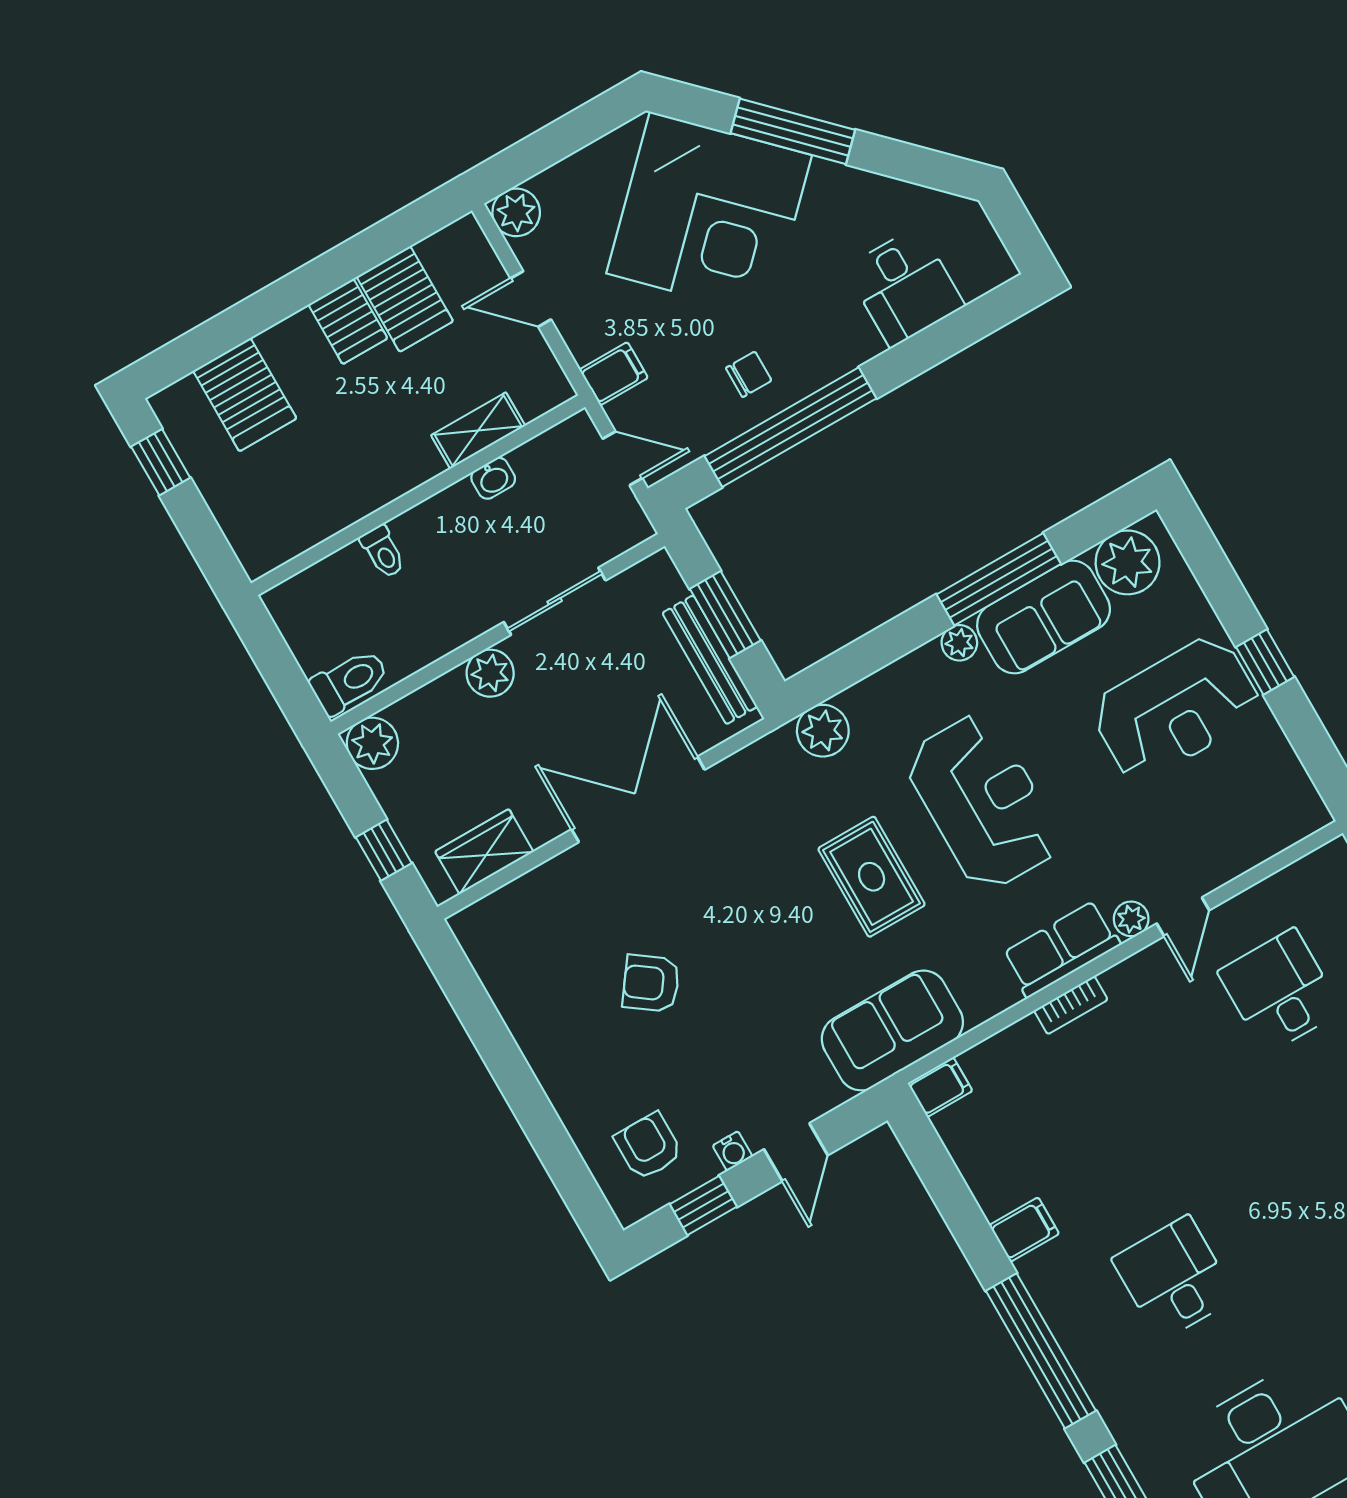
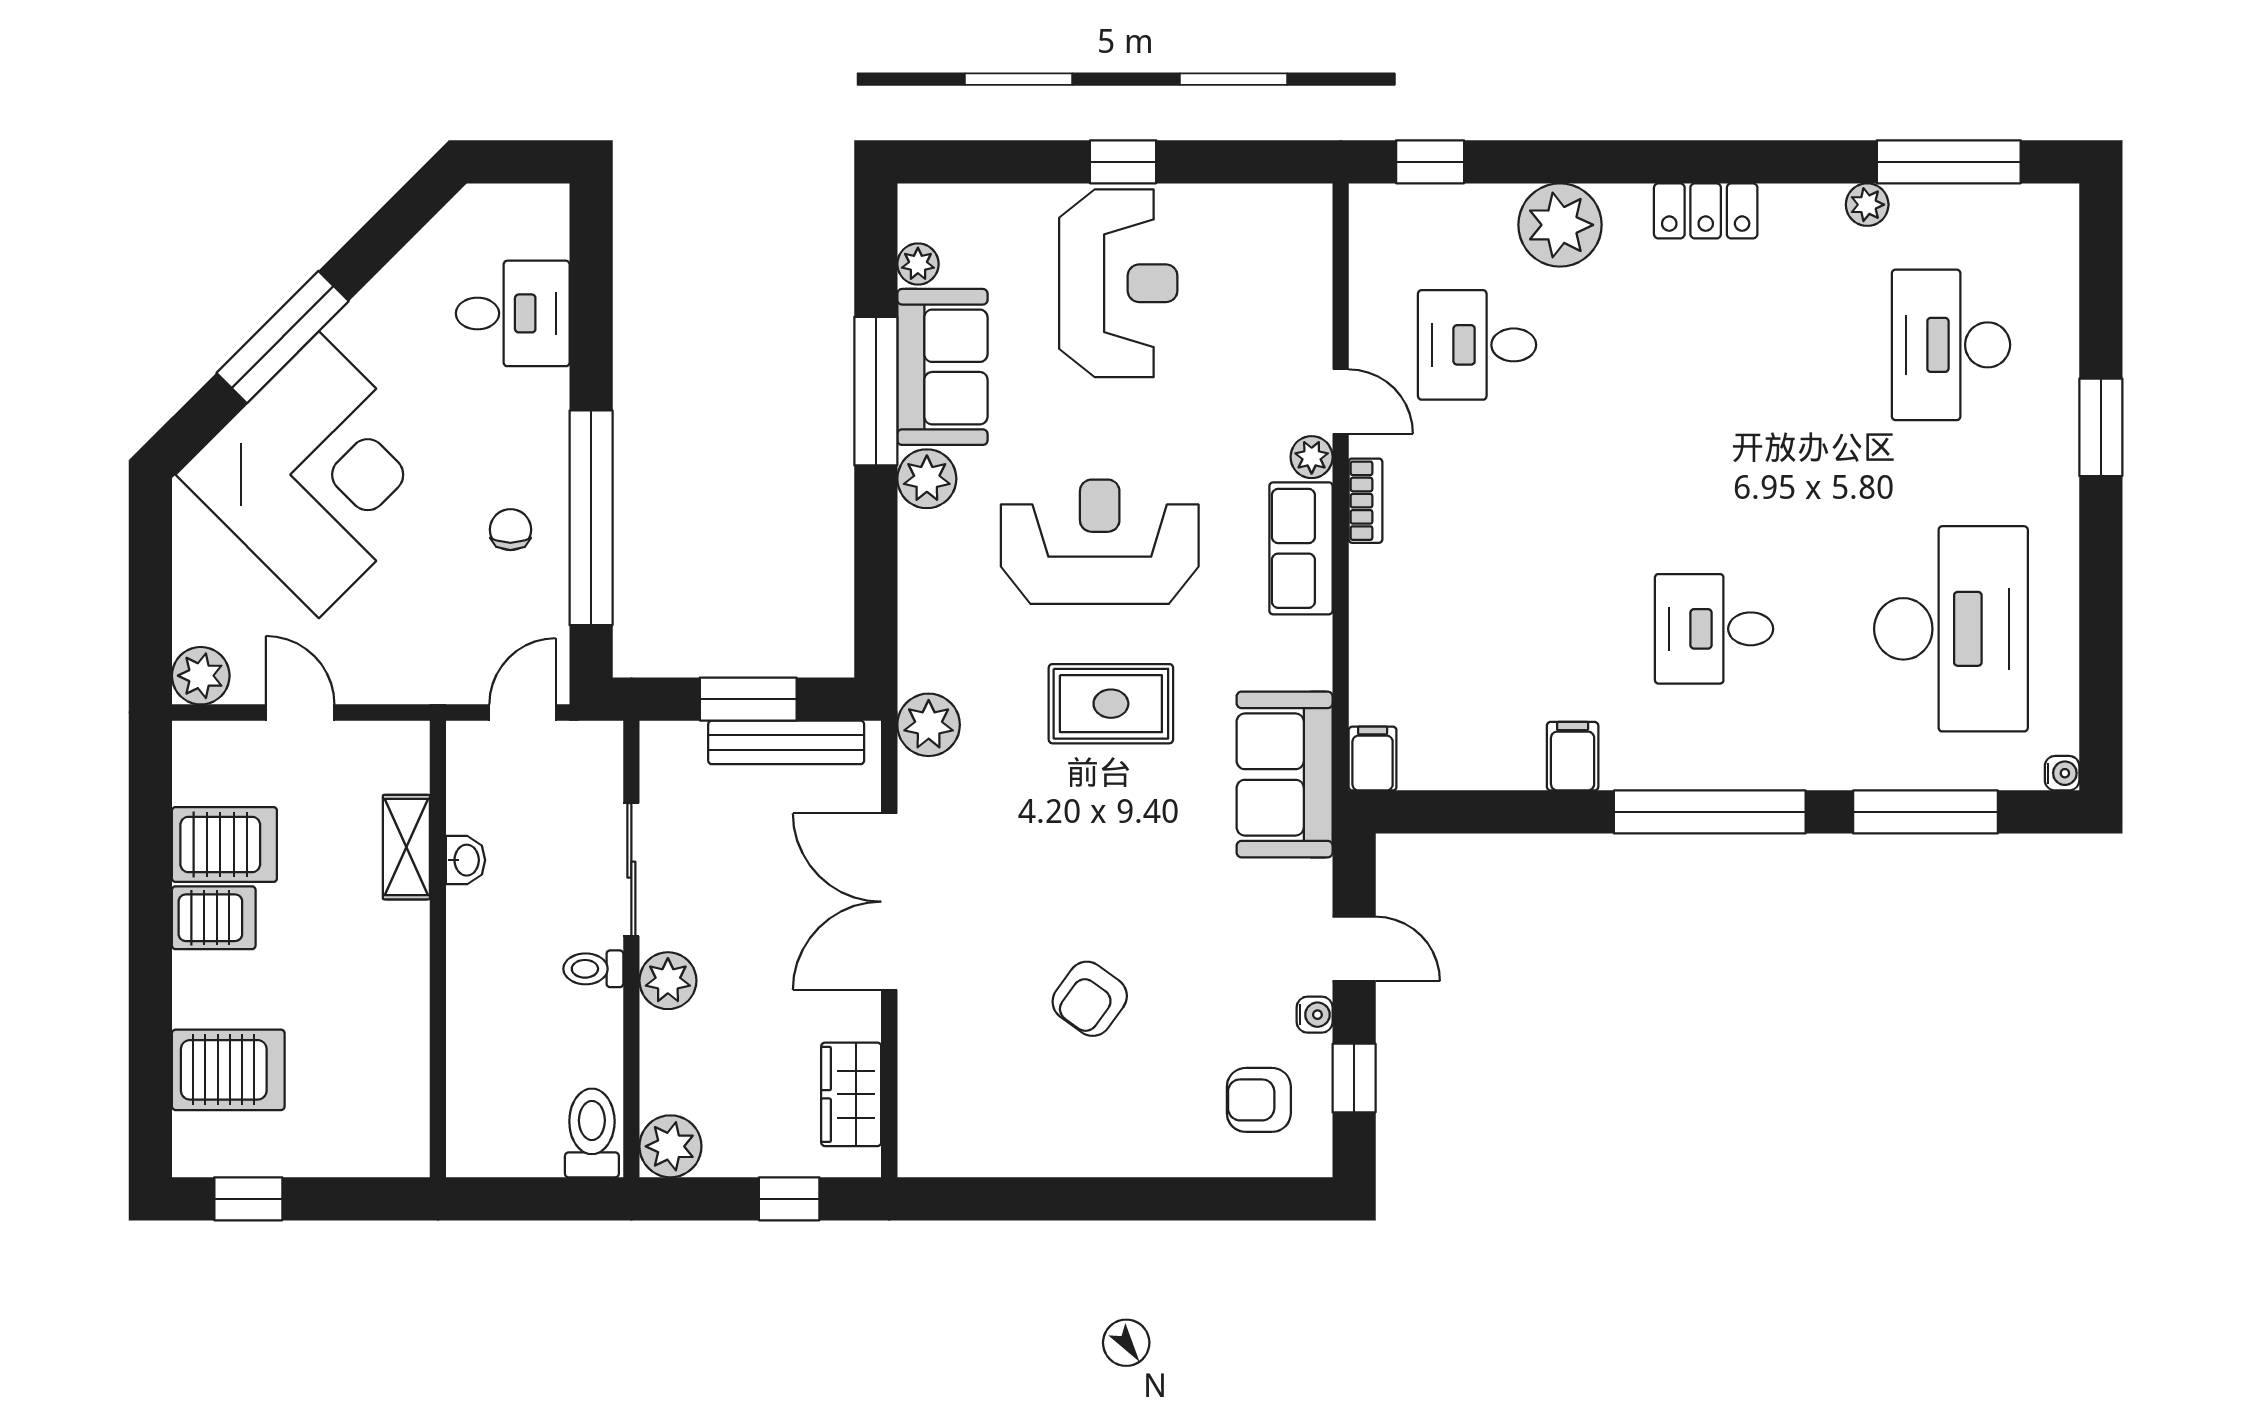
door: (531, 299) -> (300, 713), swing flipped
filing cabinet: (614, 374) -> (429, 671), removed
toilet: (383, 552) -> (593, 969), moved, turned 180
plant: (1128, 562) -> (918, 264), width x0.53, depth x0.53
plant: (959, 643) -> (927, 479), width x1.38, depth x1.38
plant: (823, 731) -> (929, 725), moved
bookcase: (1071, 1005) -> (1366, 501), moved

